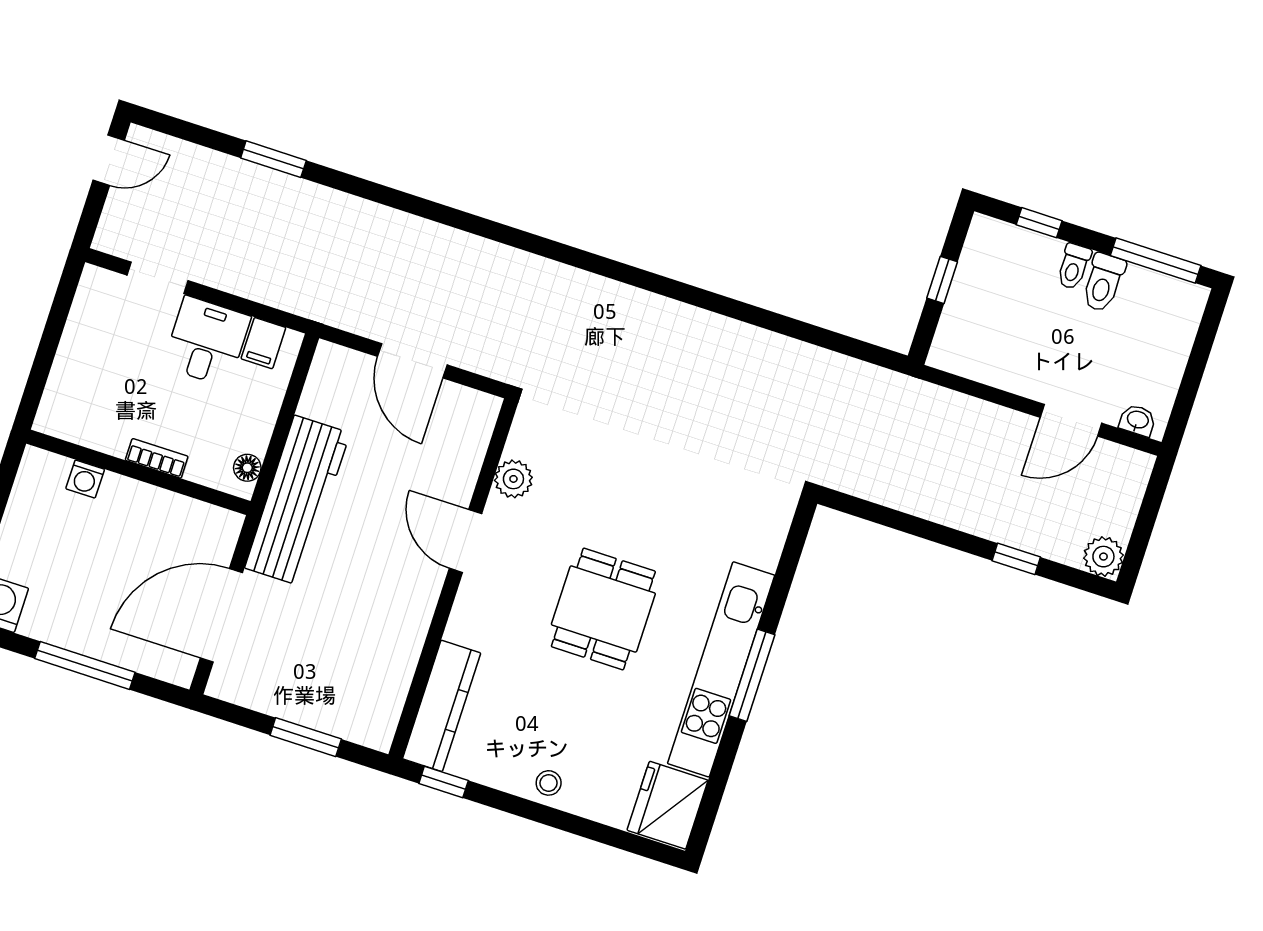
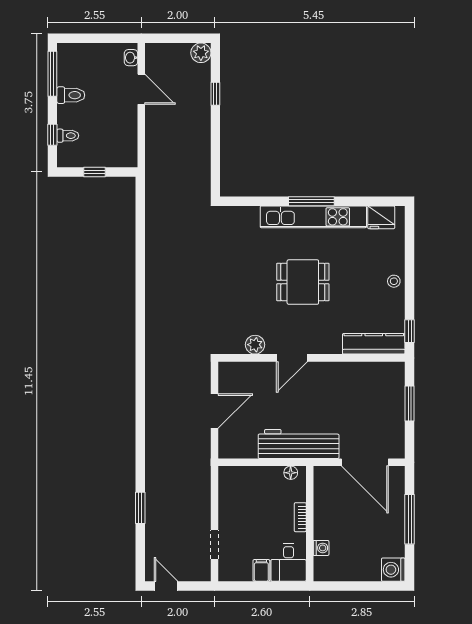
toilet: (1074, 266) -> (68, 136), moved
desk: (207, 341) -> (289, 562), moved, turned -90
filing cabinet: (263, 343) -> (261, 570), moved, turned -90
fridge: (668, 805) -> (381, 217), width x0.73, depth x0.75

